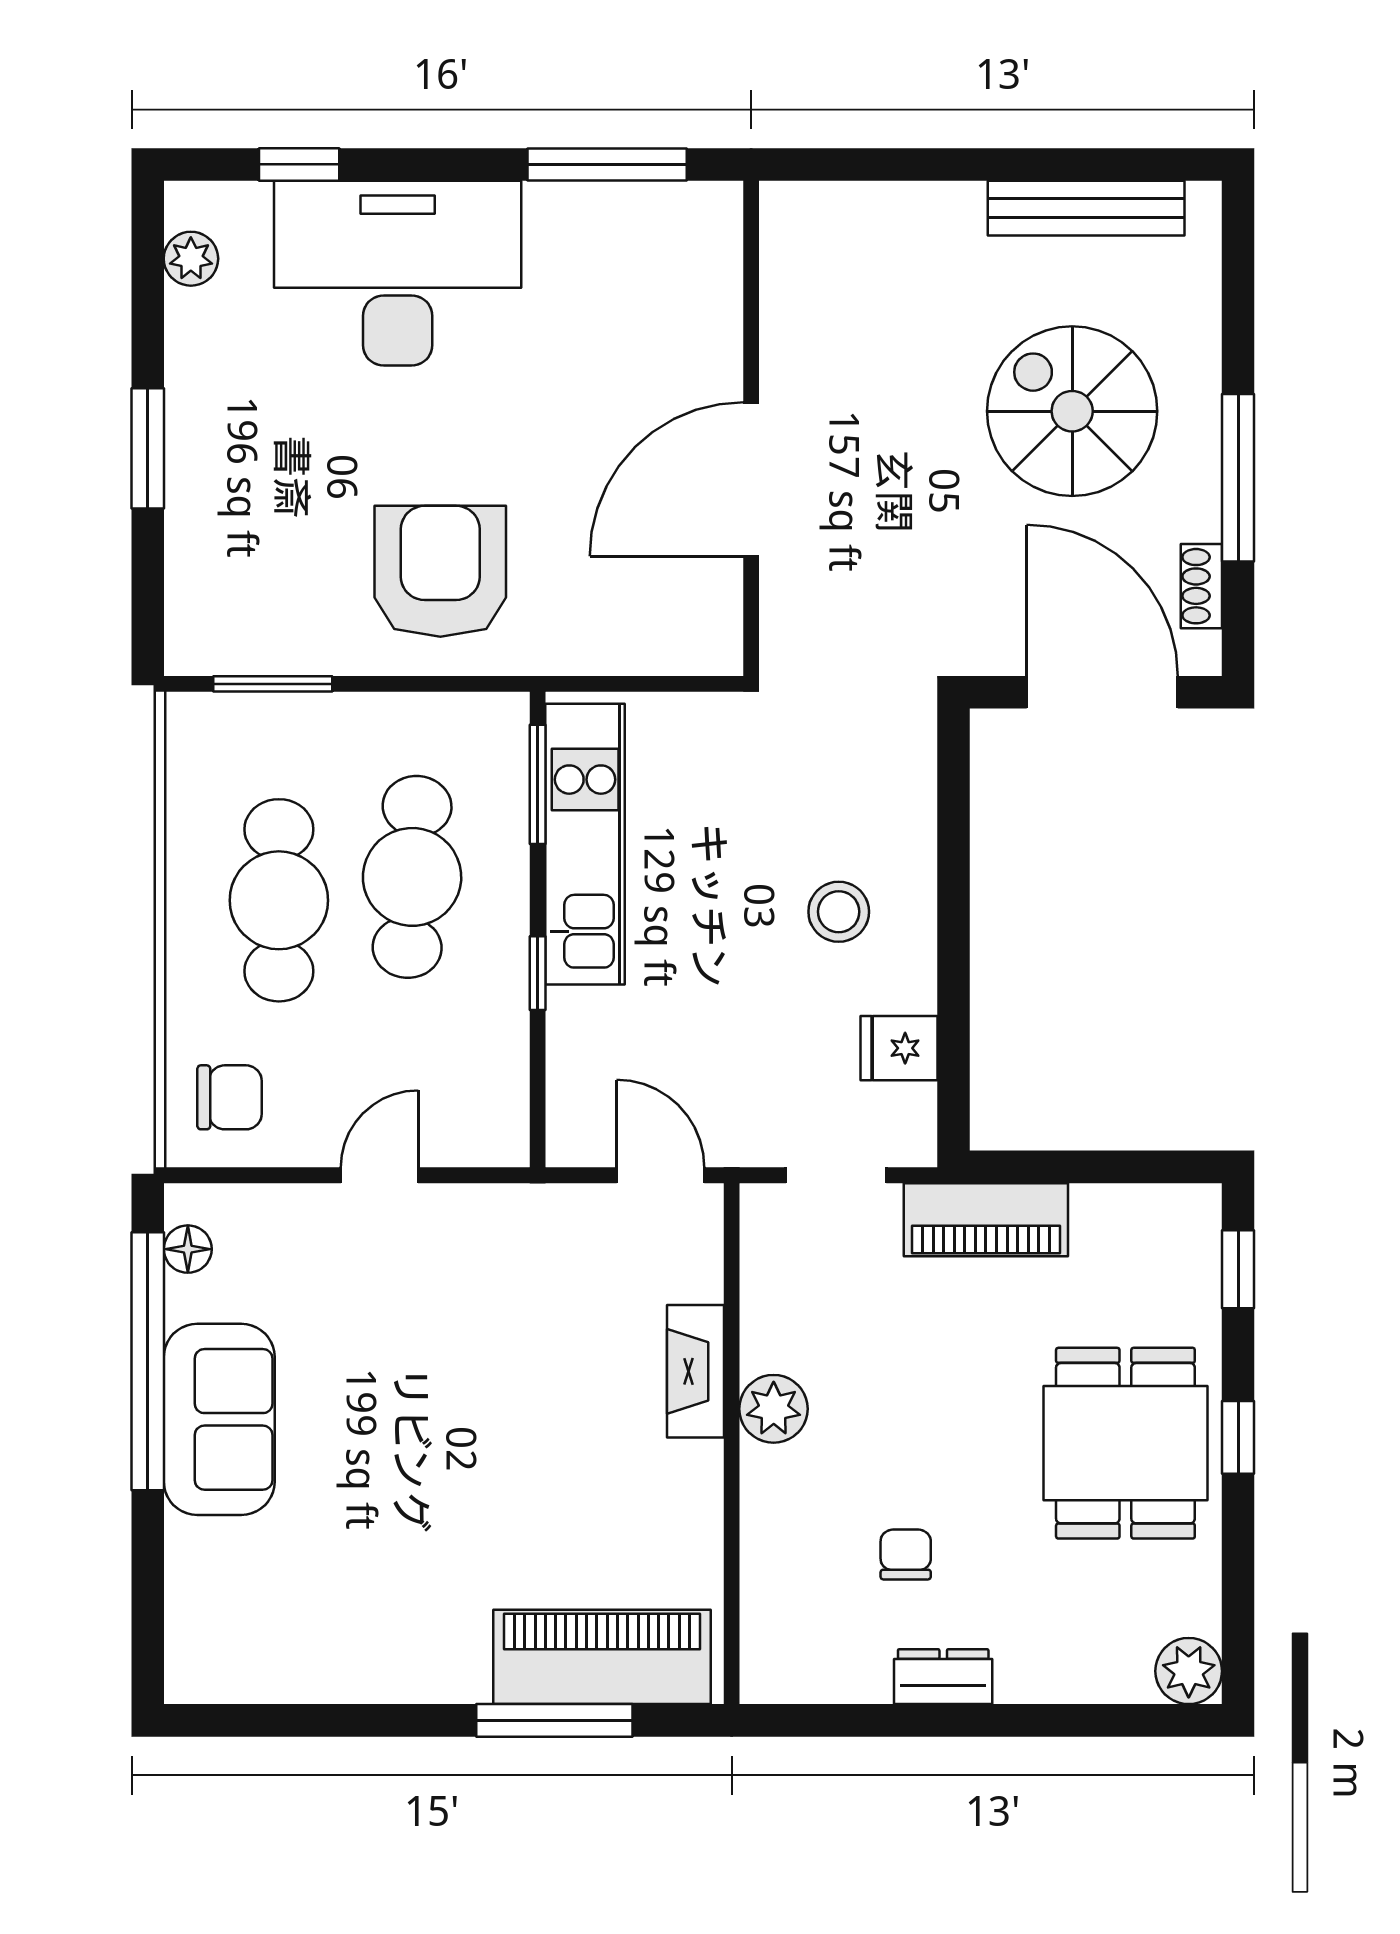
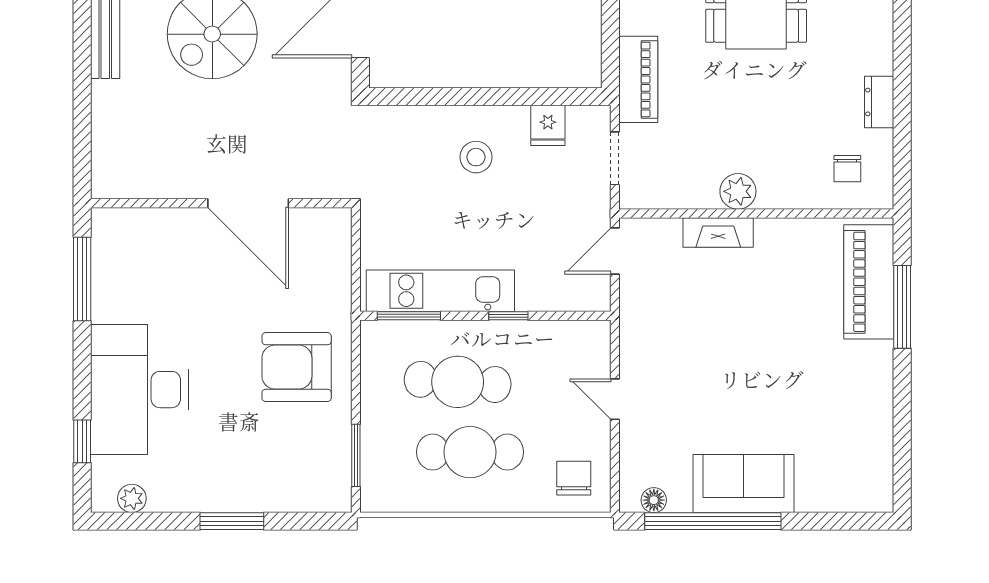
chair: (906, 1554) -> (847, 169), moved, turned -90

